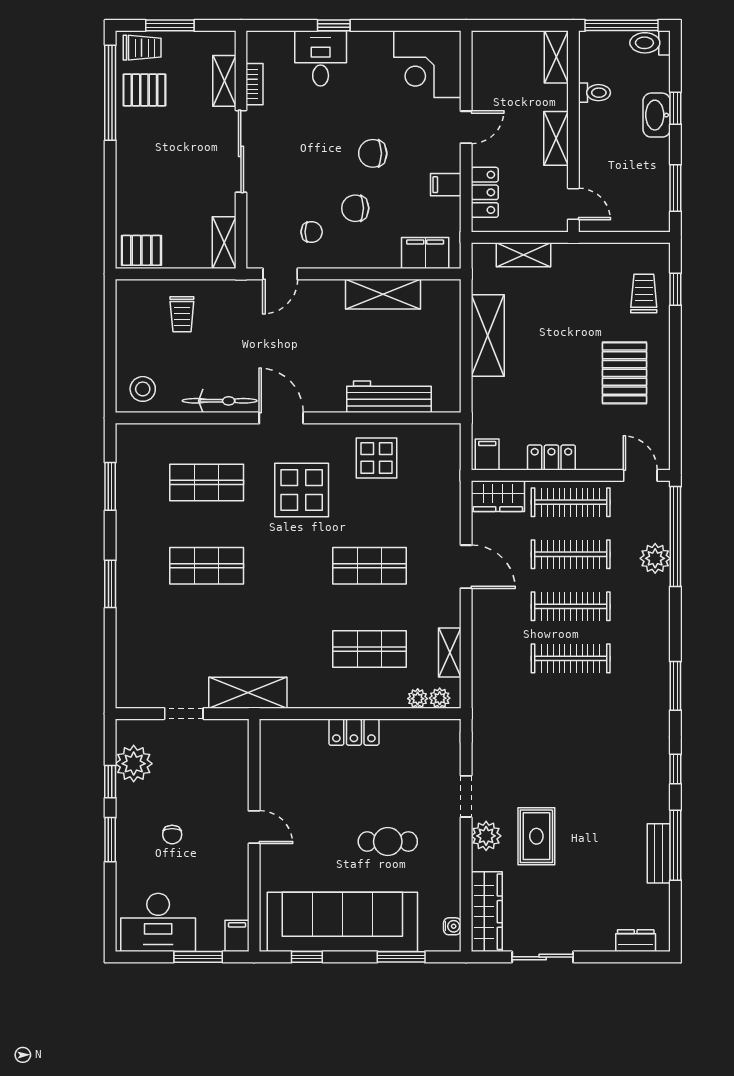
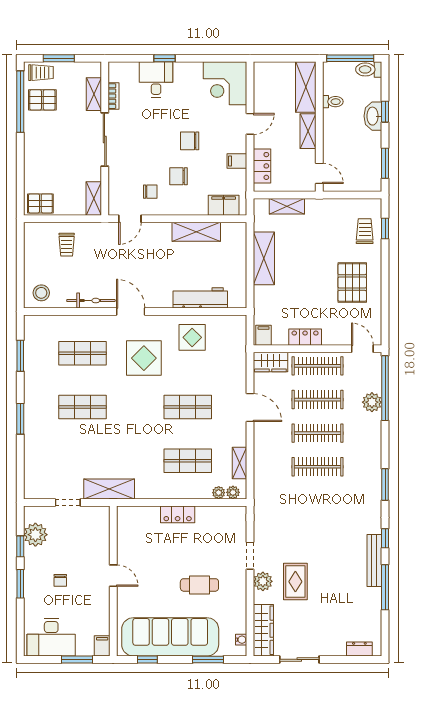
shelving: (556, 57) -> (306, 87), width x1.50, depth x1.33
bench: (659, 853) -> (374, 560), moved, width x1.36

